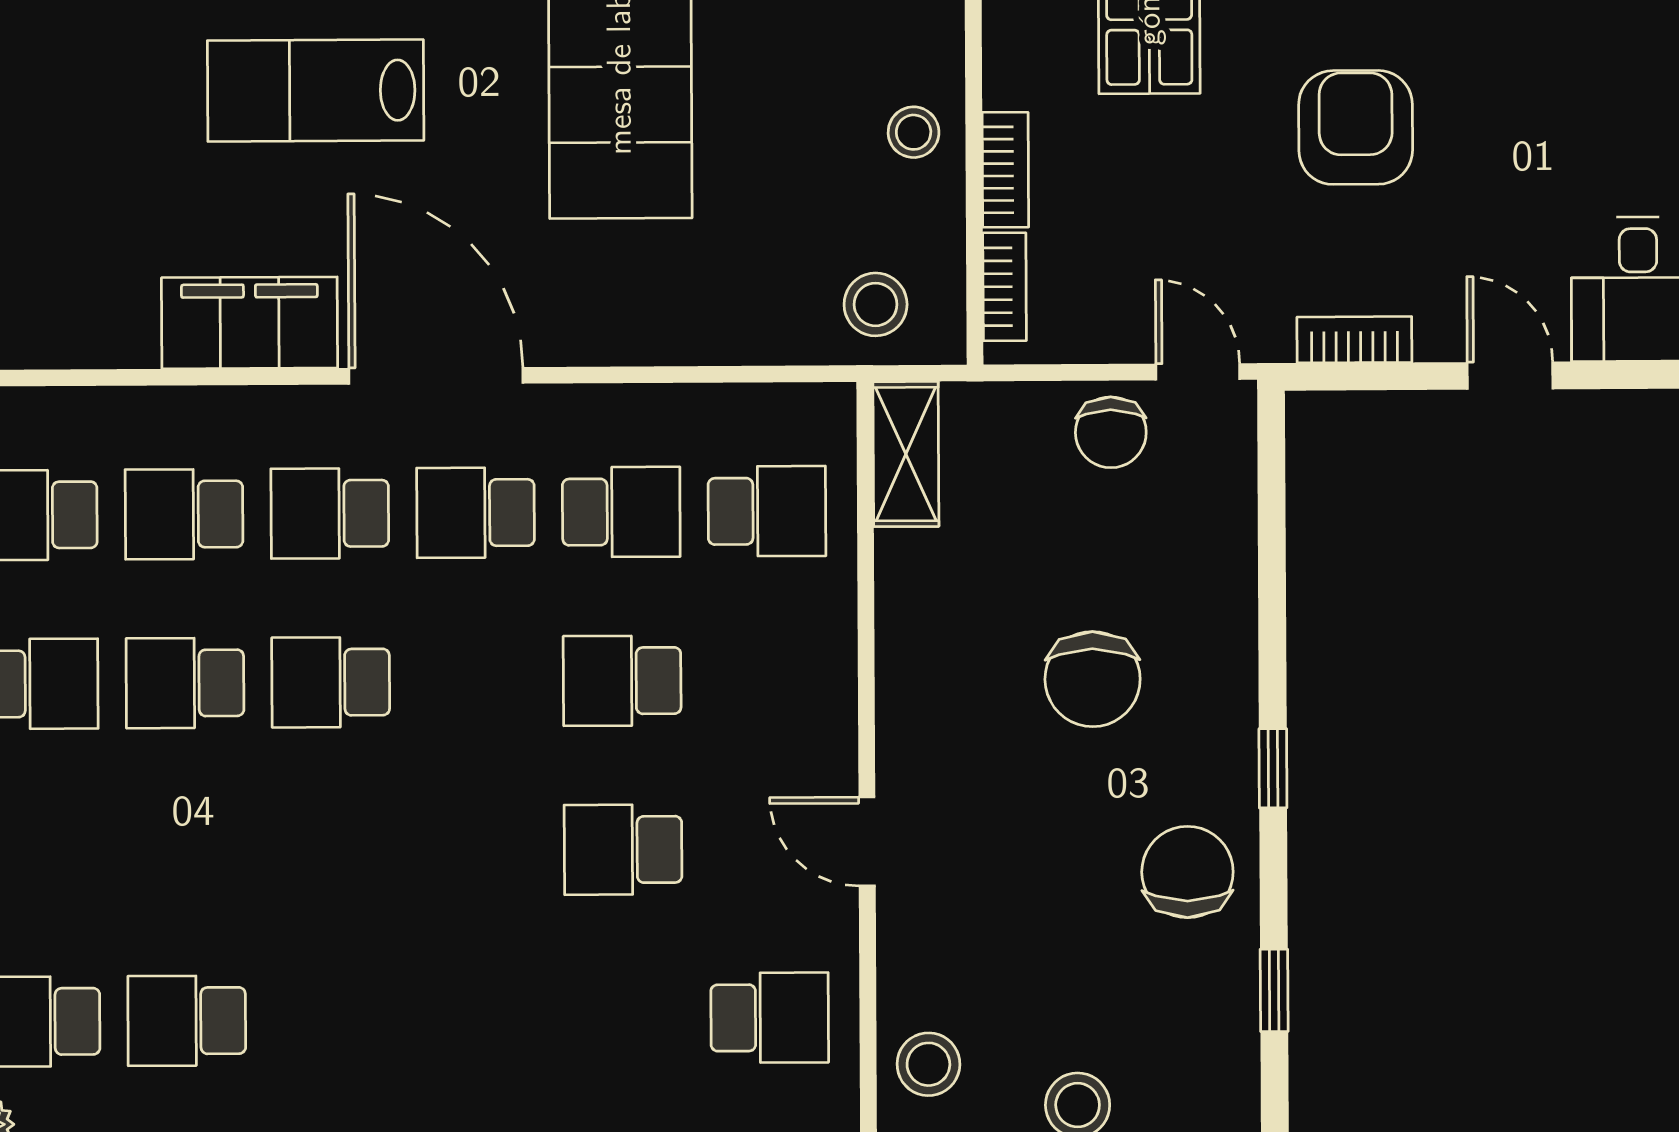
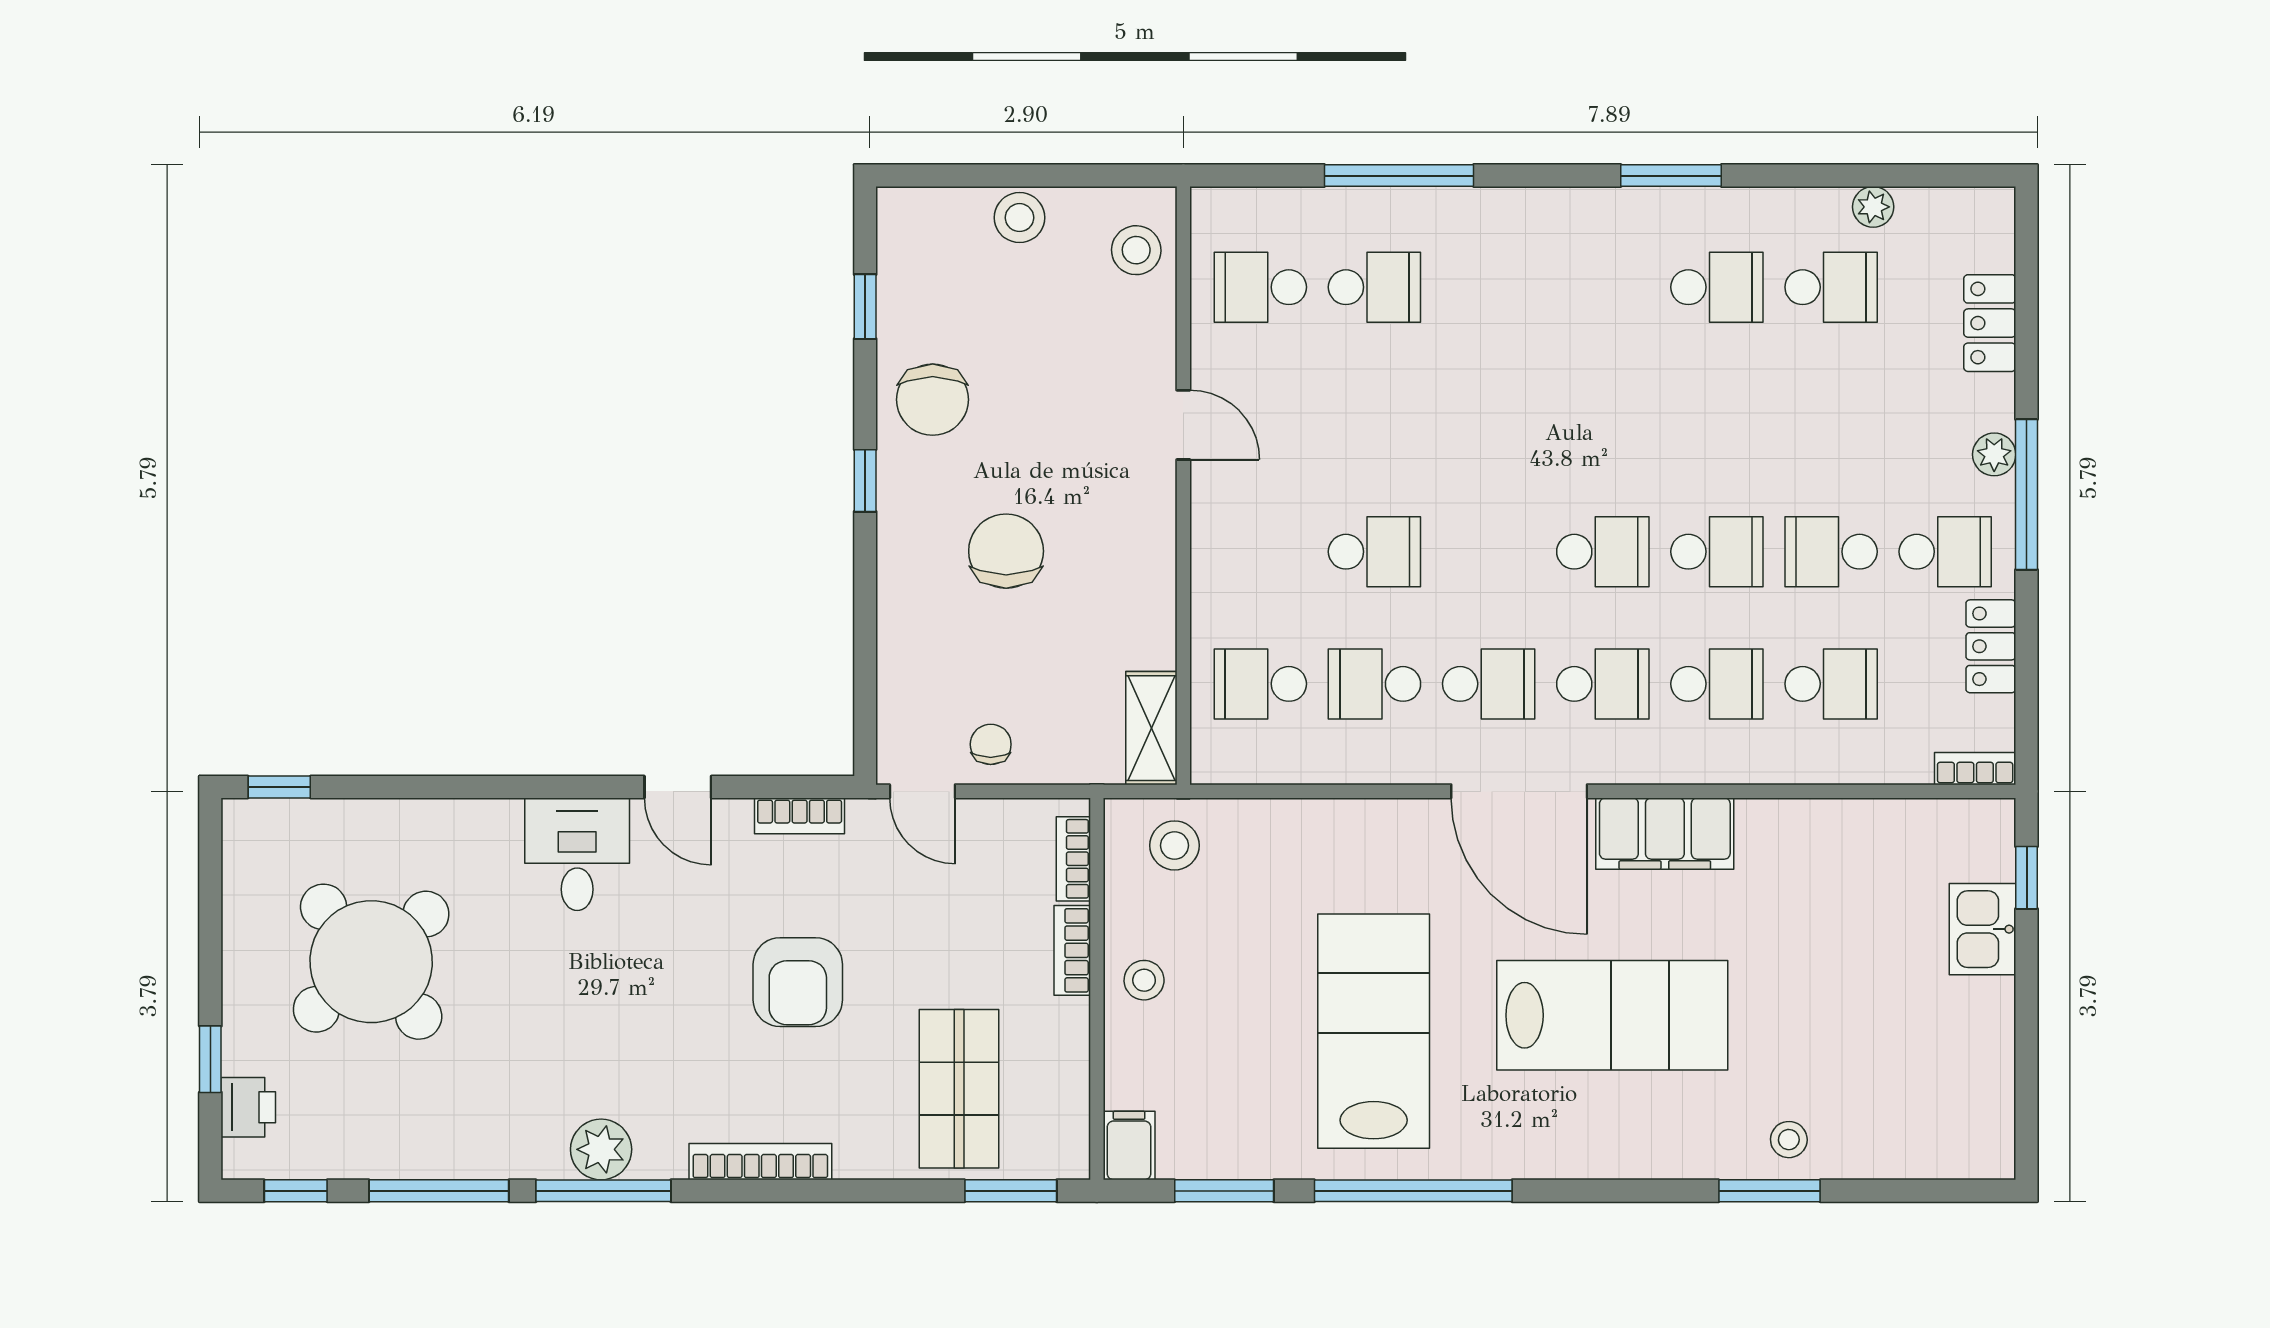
lab bench: (316, 91) -> (1612, 1015), width x1.36, depth x1.39
chair: (1111, 432) -> (991, 744), width x0.73, depth x0.73
school desk: (623, 850) -> (1374, 287), moved

